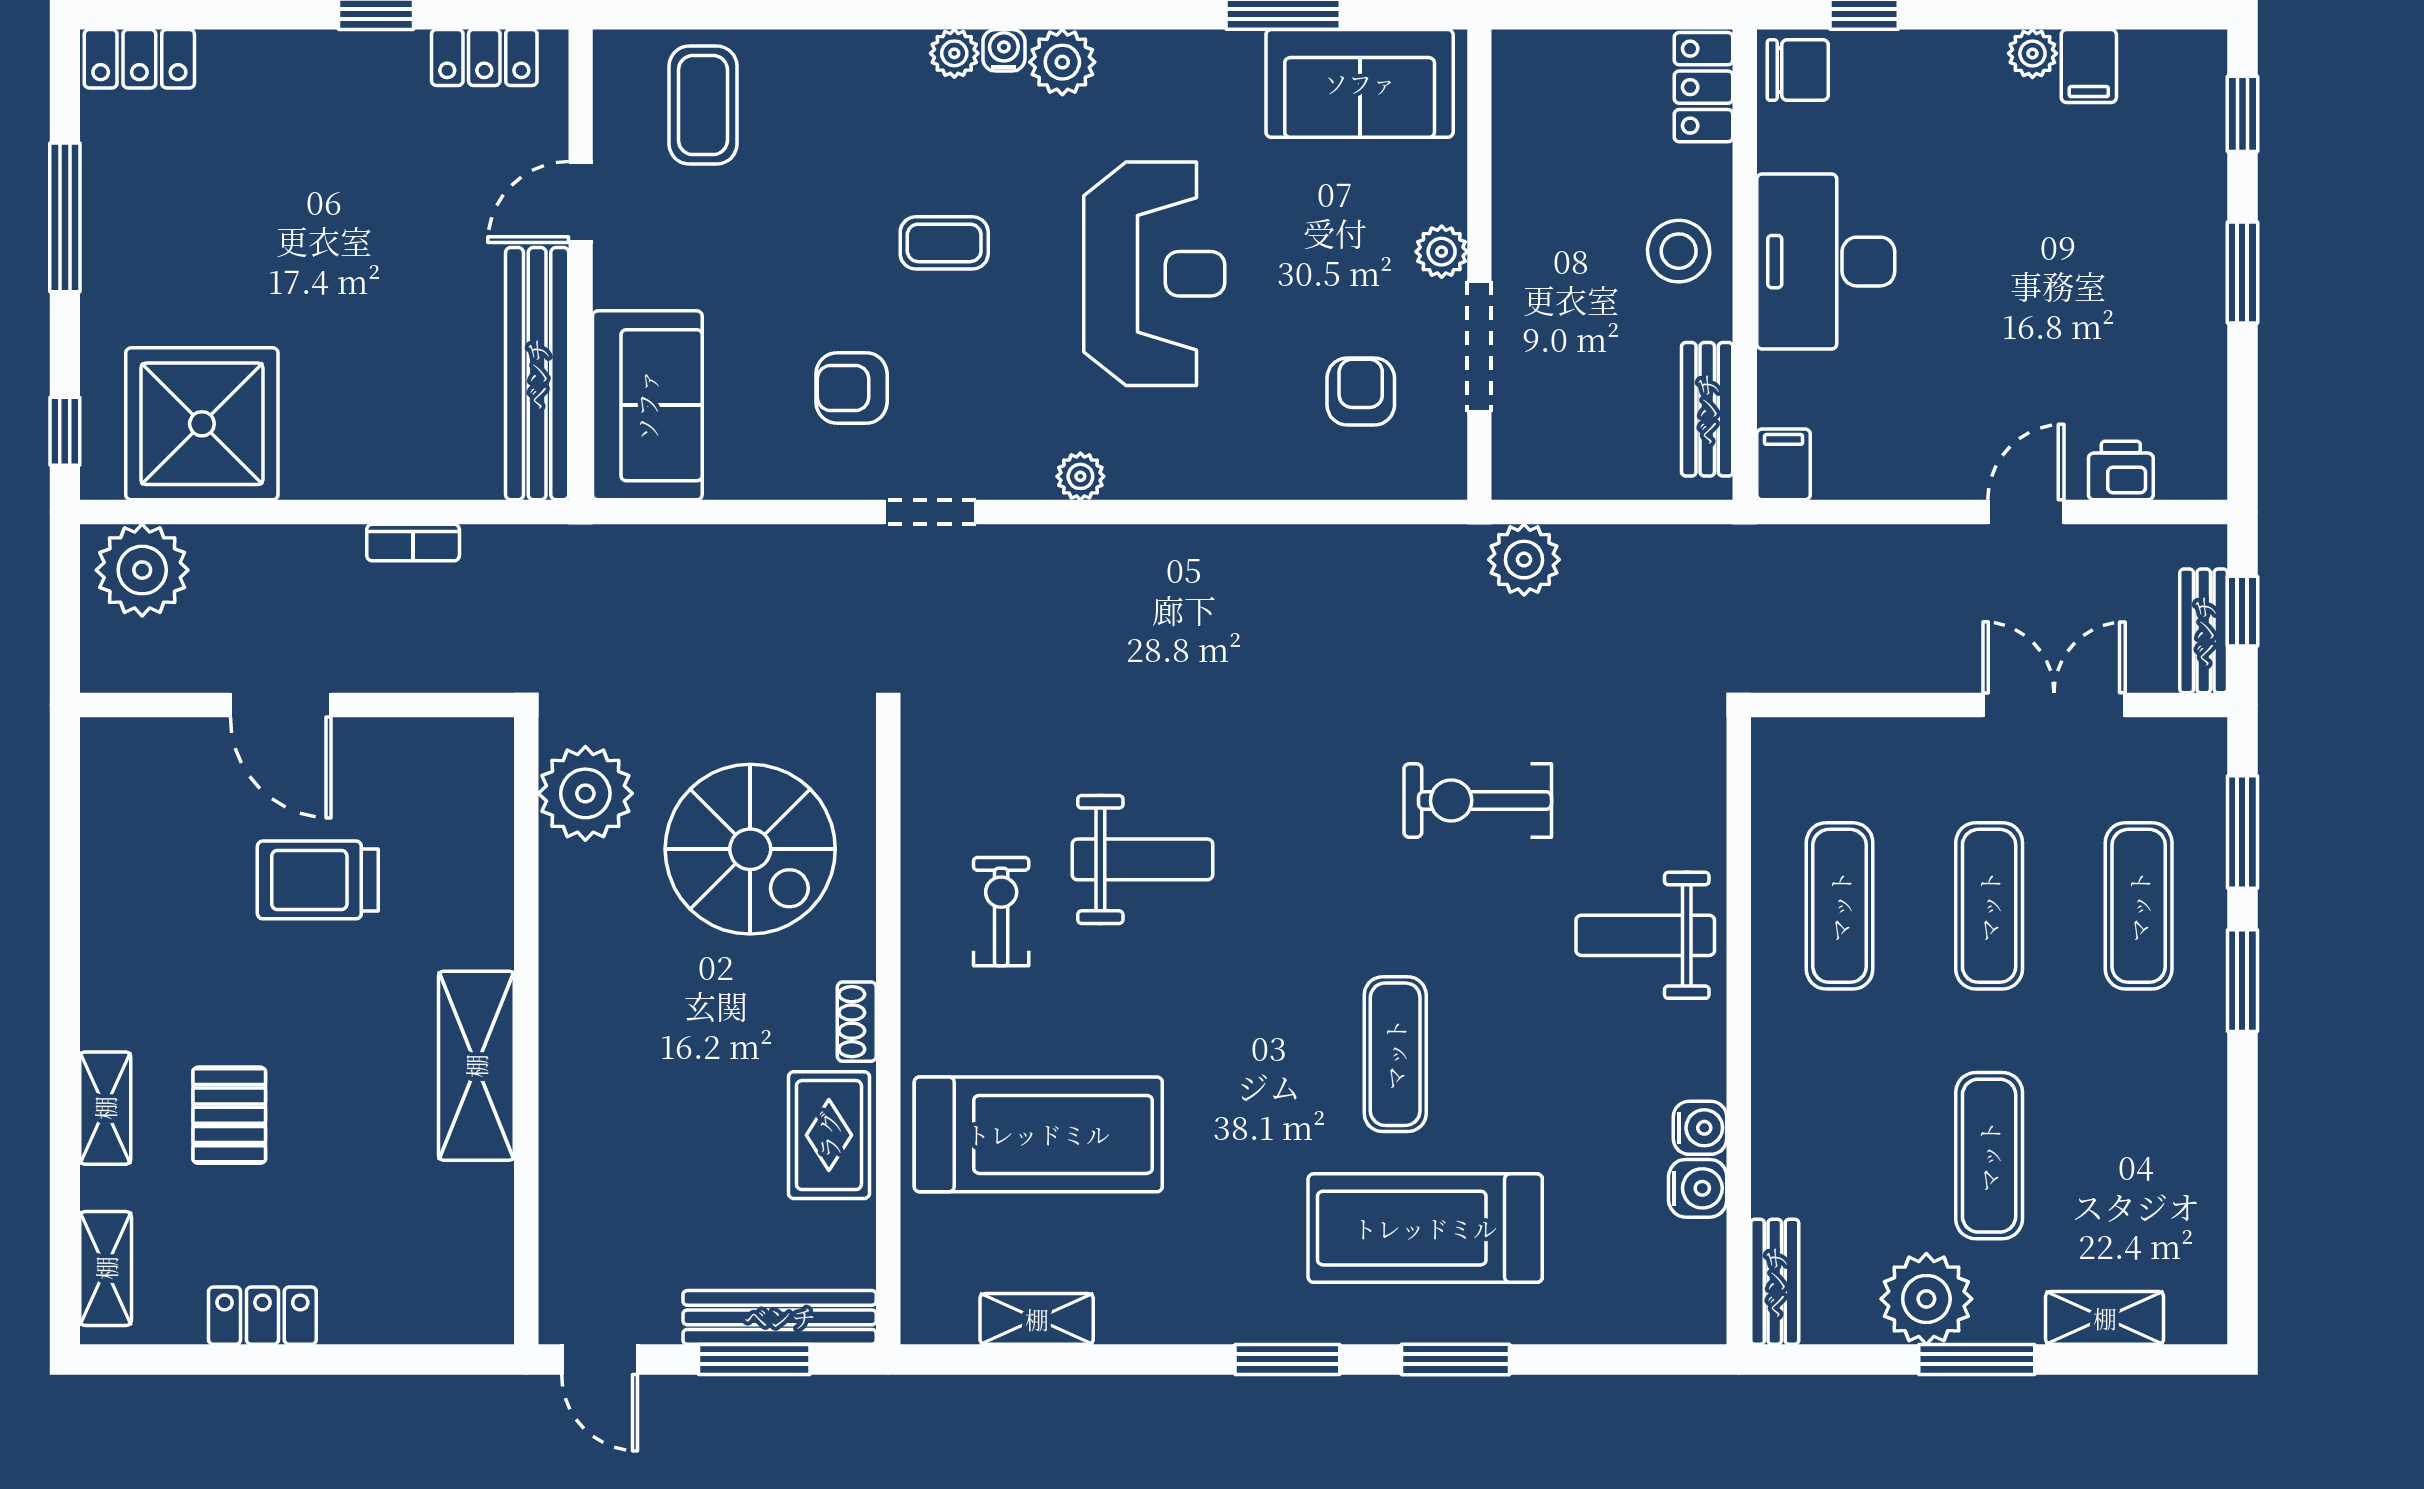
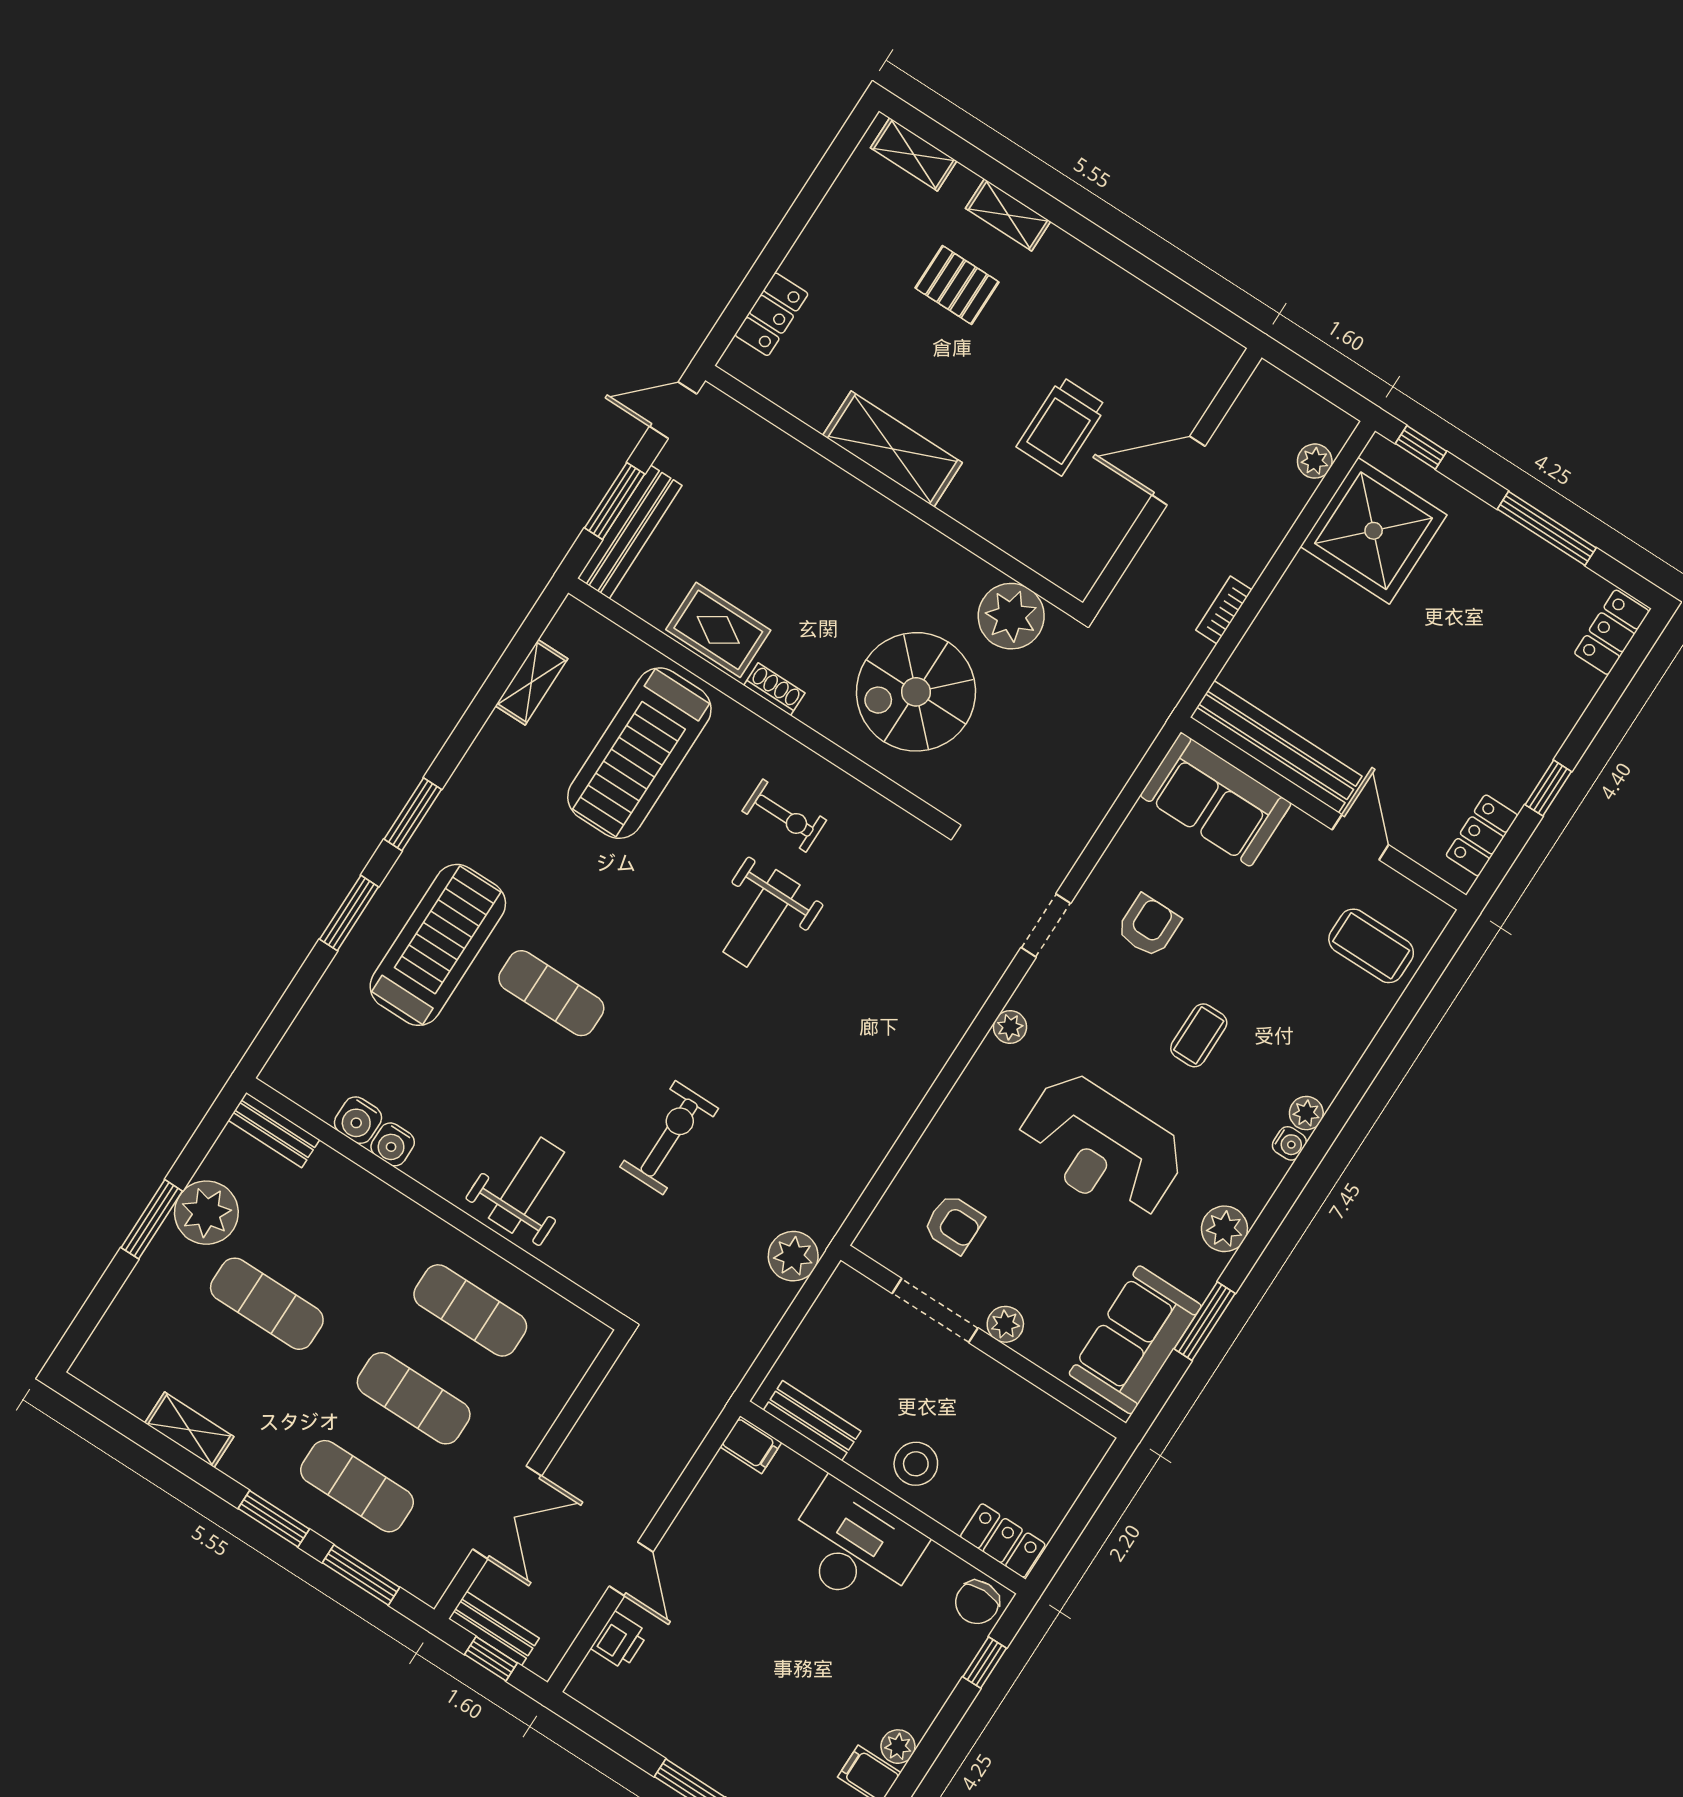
plant: (1062, 62) -> (1224, 1229), moved
plant: (142, 570) -> (1315, 461), width x0.53, depth x0.53
trolley: (318, 880) -> (1062, 426), turned 180
locker: (262, 1316) -> (771, 314), moved
shelving: (2105, 1318) -> (189, 1430), moved, turned 90

